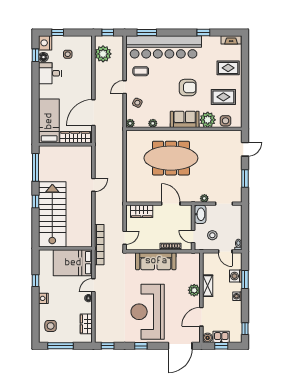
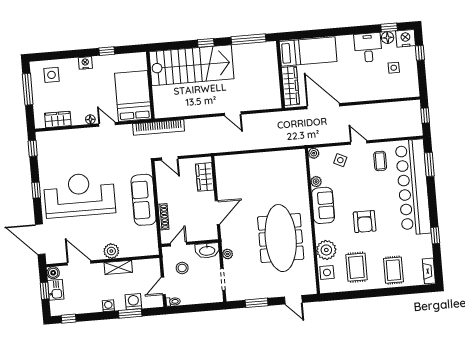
plant: (103, 54) -> (398, 112), removed
sofa: (185, 119) -> (323, 205), moved
meeting table: (171, 158) -> (281, 238), moved

